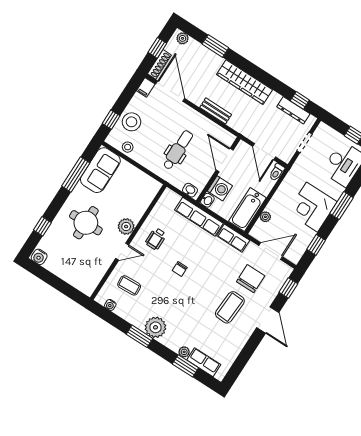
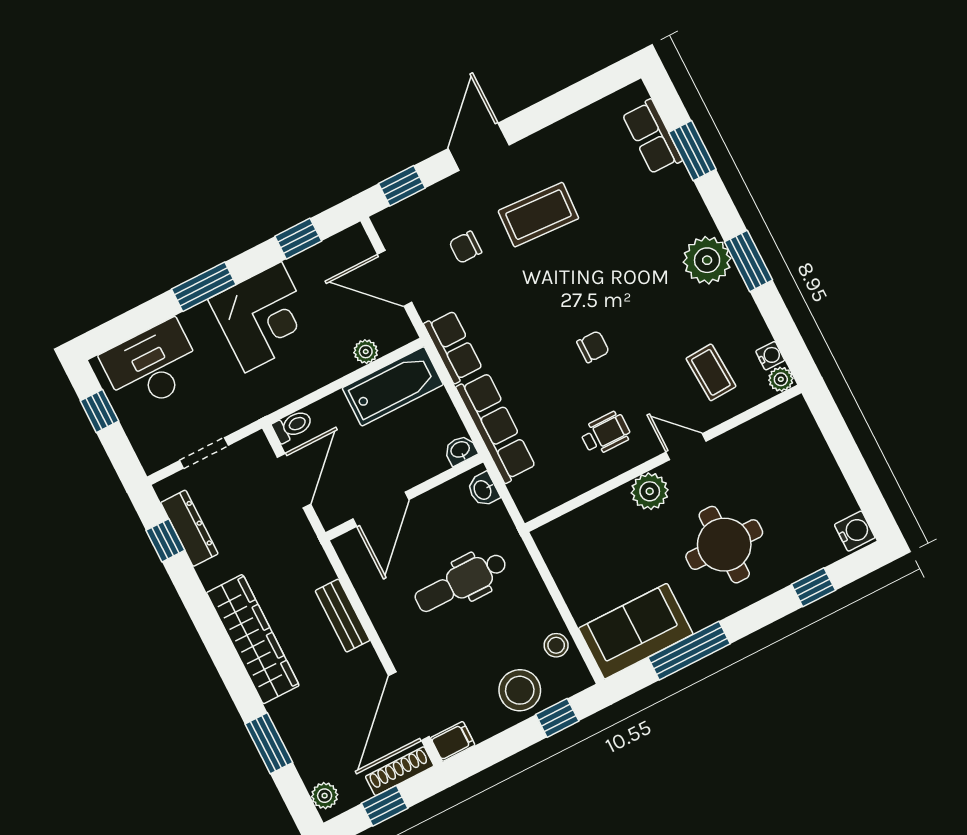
washing machine: (220, 188) -> (422, 459), removed
chair: (251, 279) -> (465, 247), width x0.54, depth x0.54
plant: (184, 352) -> (781, 379), moved

